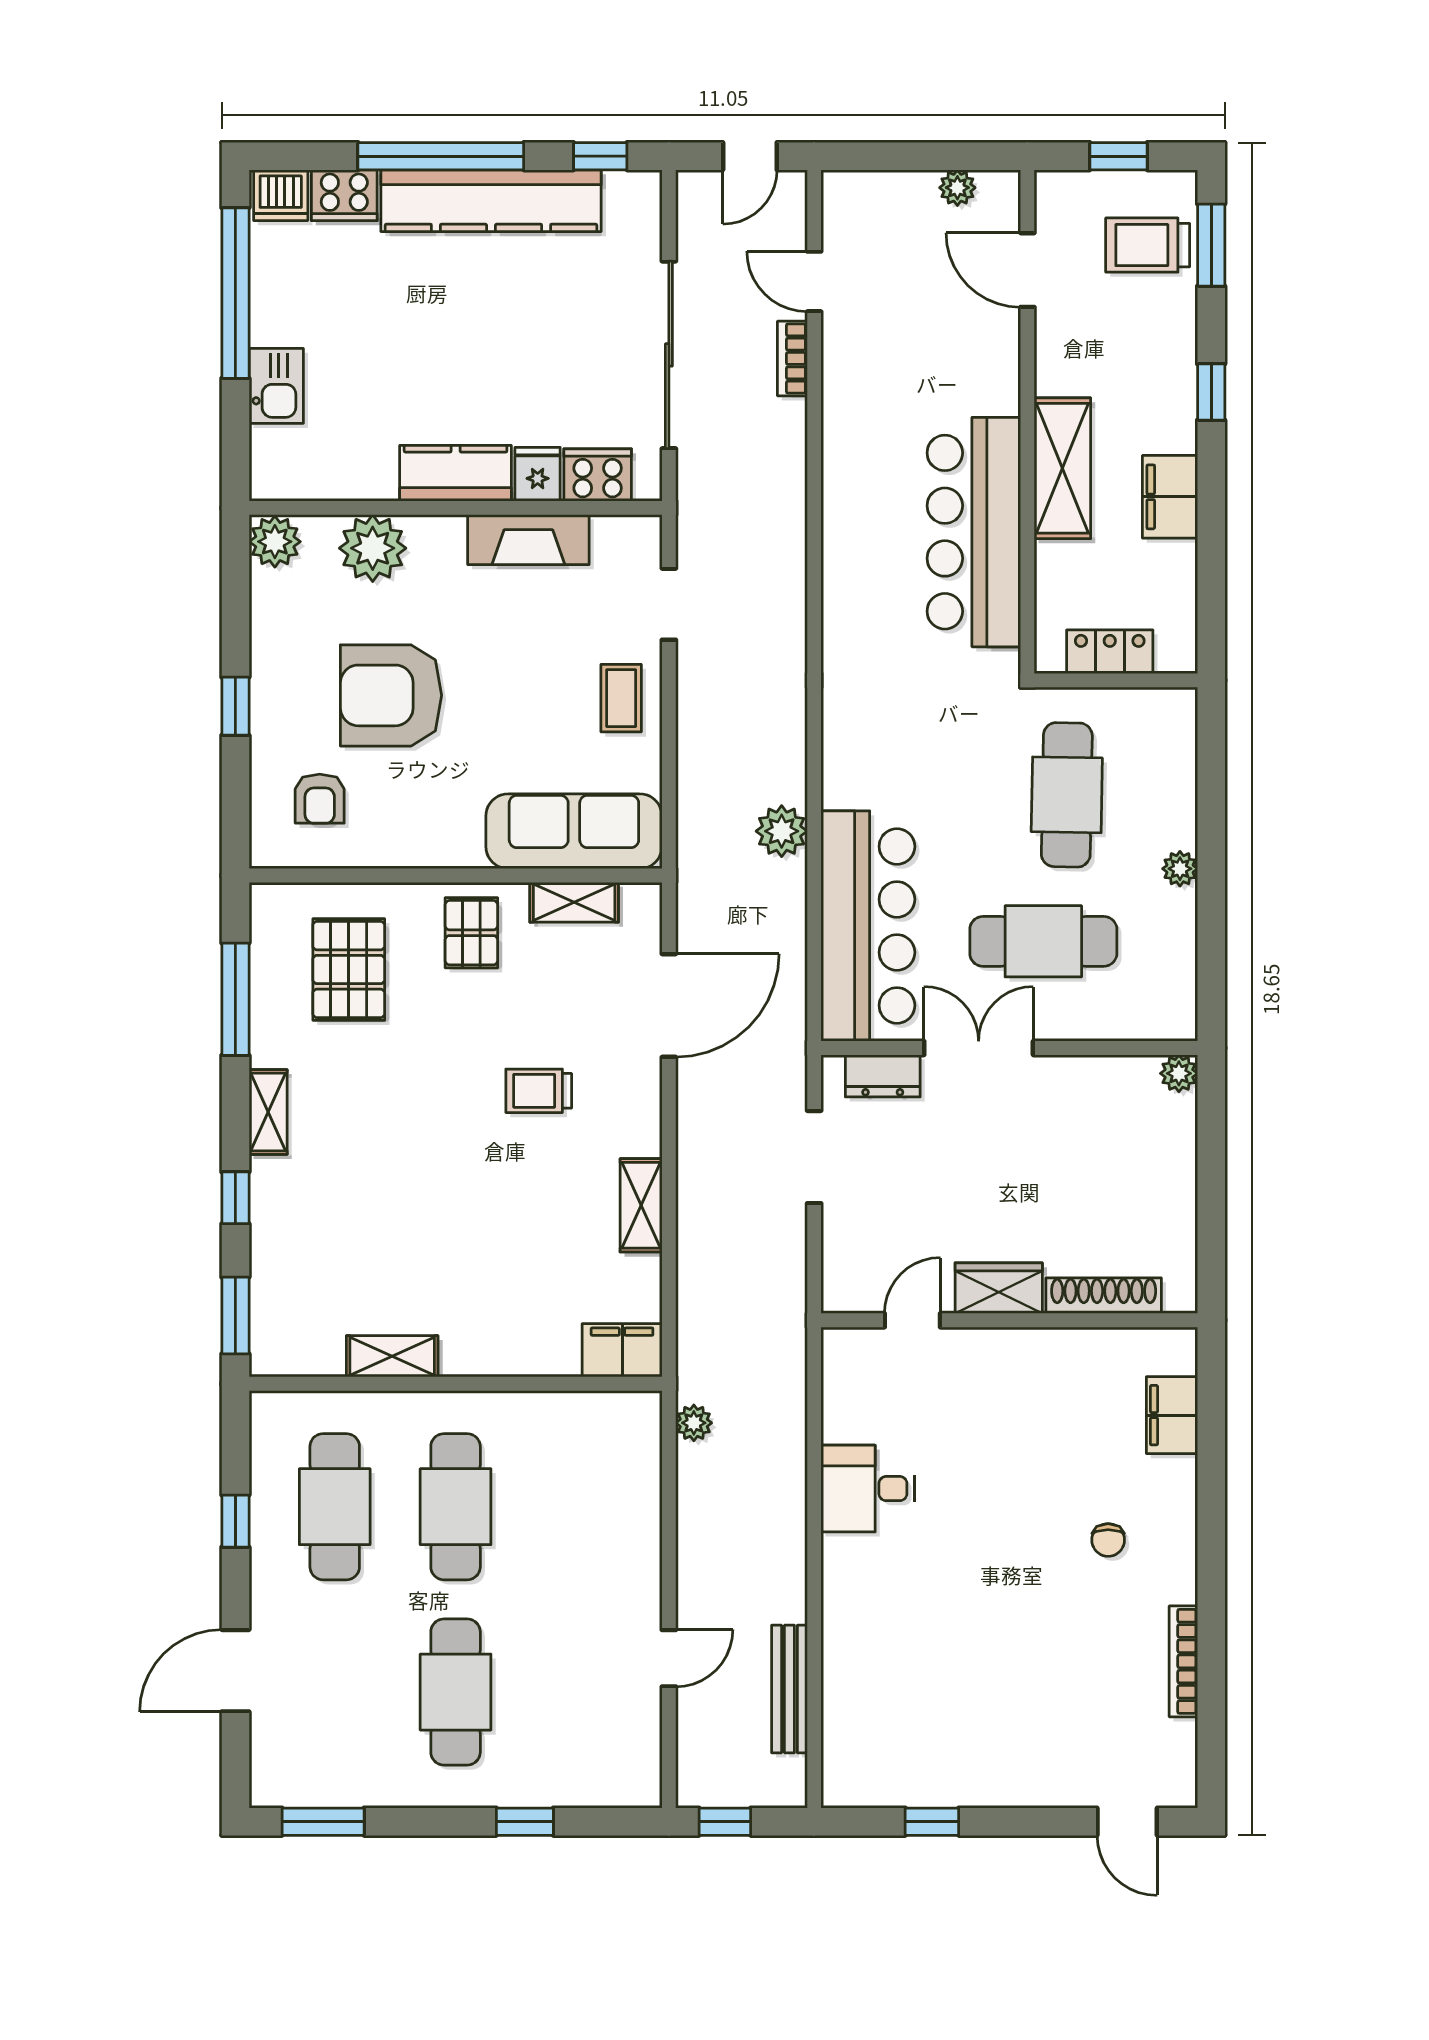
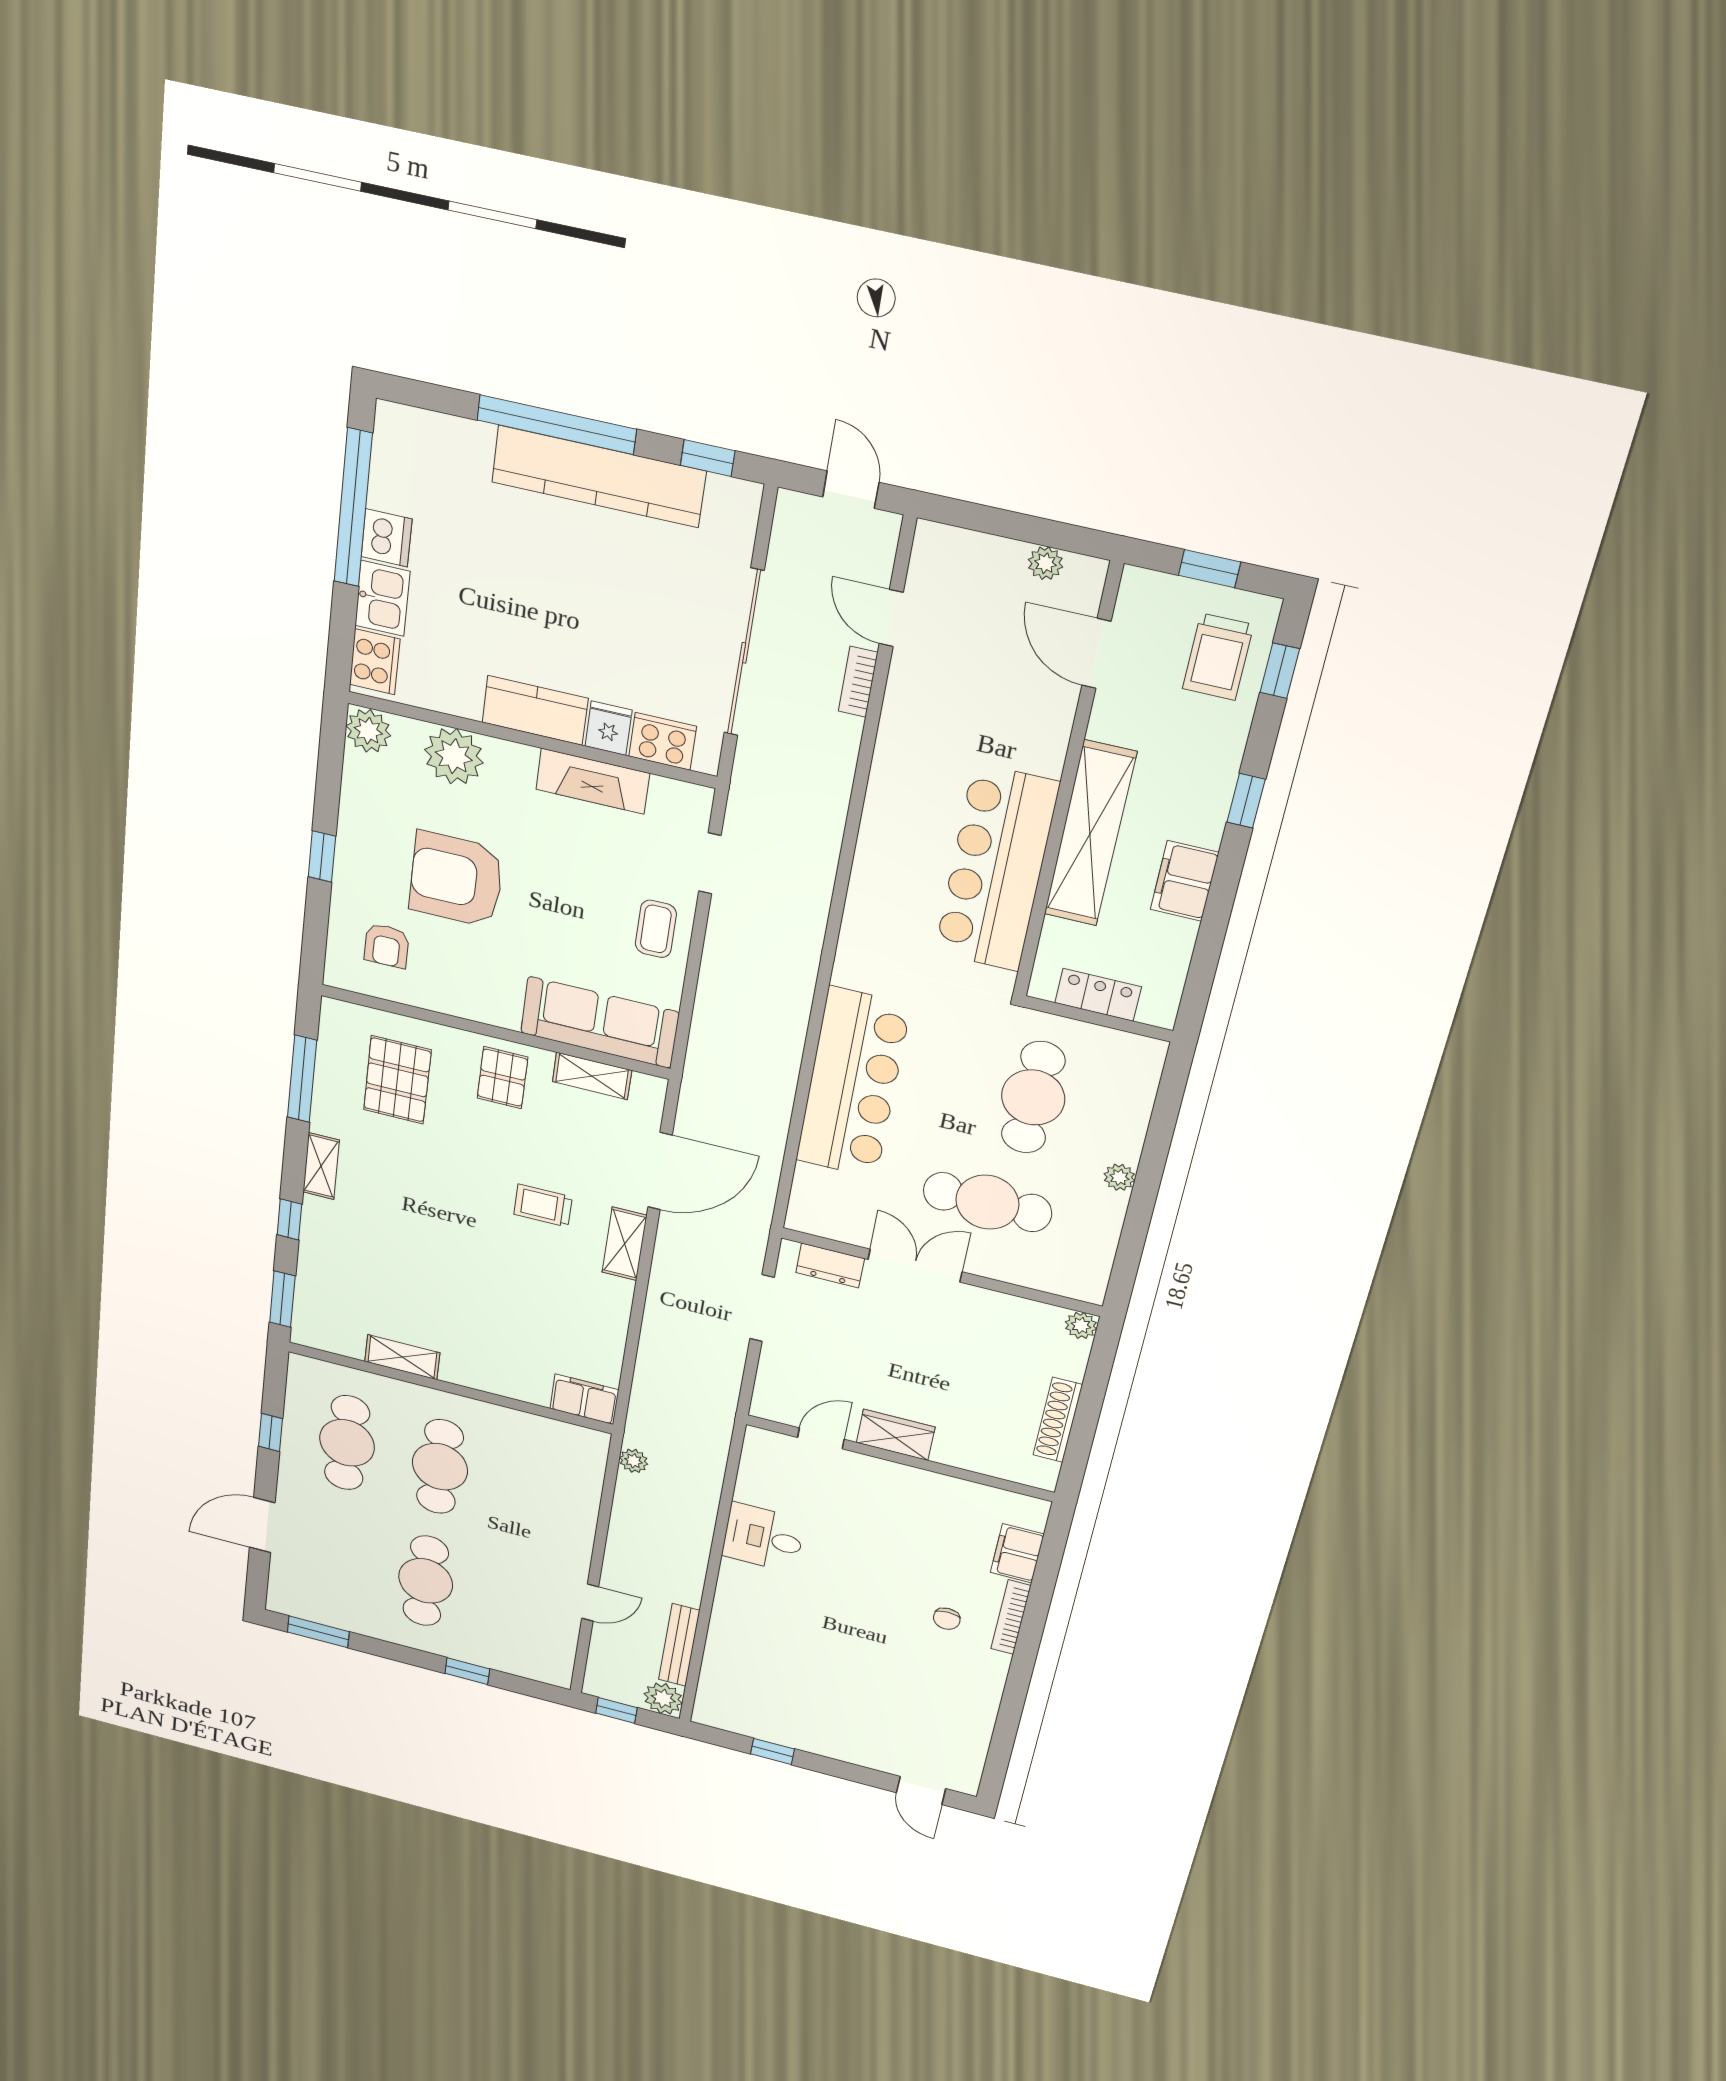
door: (750, 156) -> (851, 490), swing flipped
dishwasher: (281, 195) -> (387, 538), moved, turned -90
cooker: (344, 195) -> (375, 662), moved, turned -90
trolley: (1148, 245) -> (1218, 657), turned -90
window: (1211, 245) -> (1280, 671), width x0.67
shelving: (1062, 468) -> (1090, 834), width x1.47
plant: (782, 831) -> (663, 1699), moved
bar counter: (868, 926) -> (853, 1083), moved
shelving: (641, 1205) -> (624, 1244), moved
shoe rack: (1104, 1296) -> (1058, 1420), moved, turned -90
bookcase: (1183, 1661) -> (1011, 1617), moved

